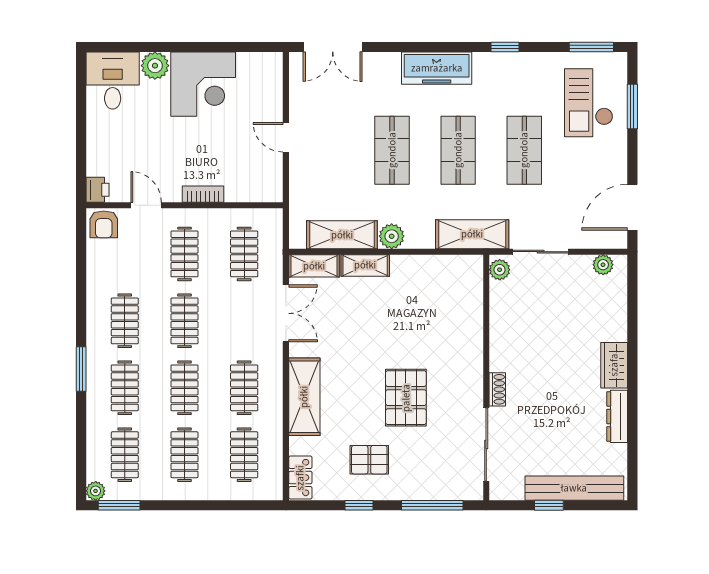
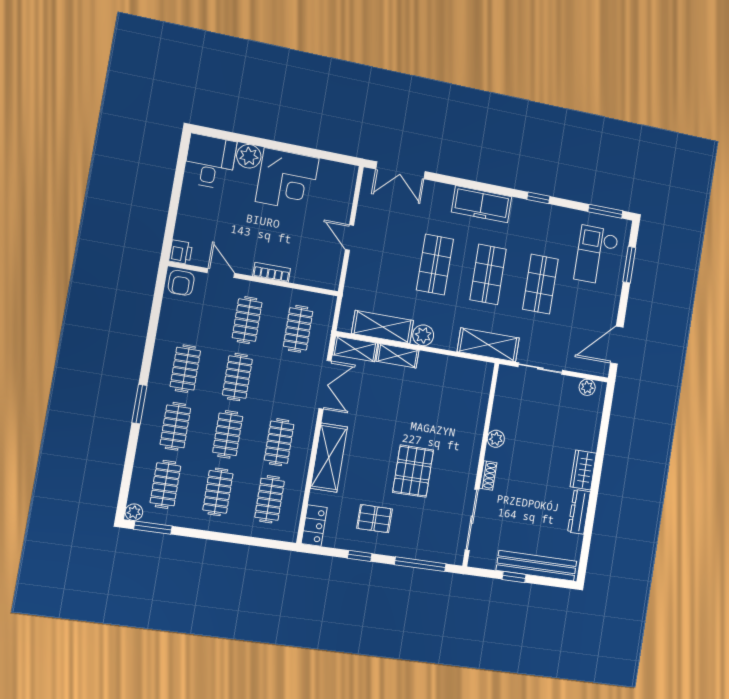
plant: (500, 270) -> (496, 439), moved

